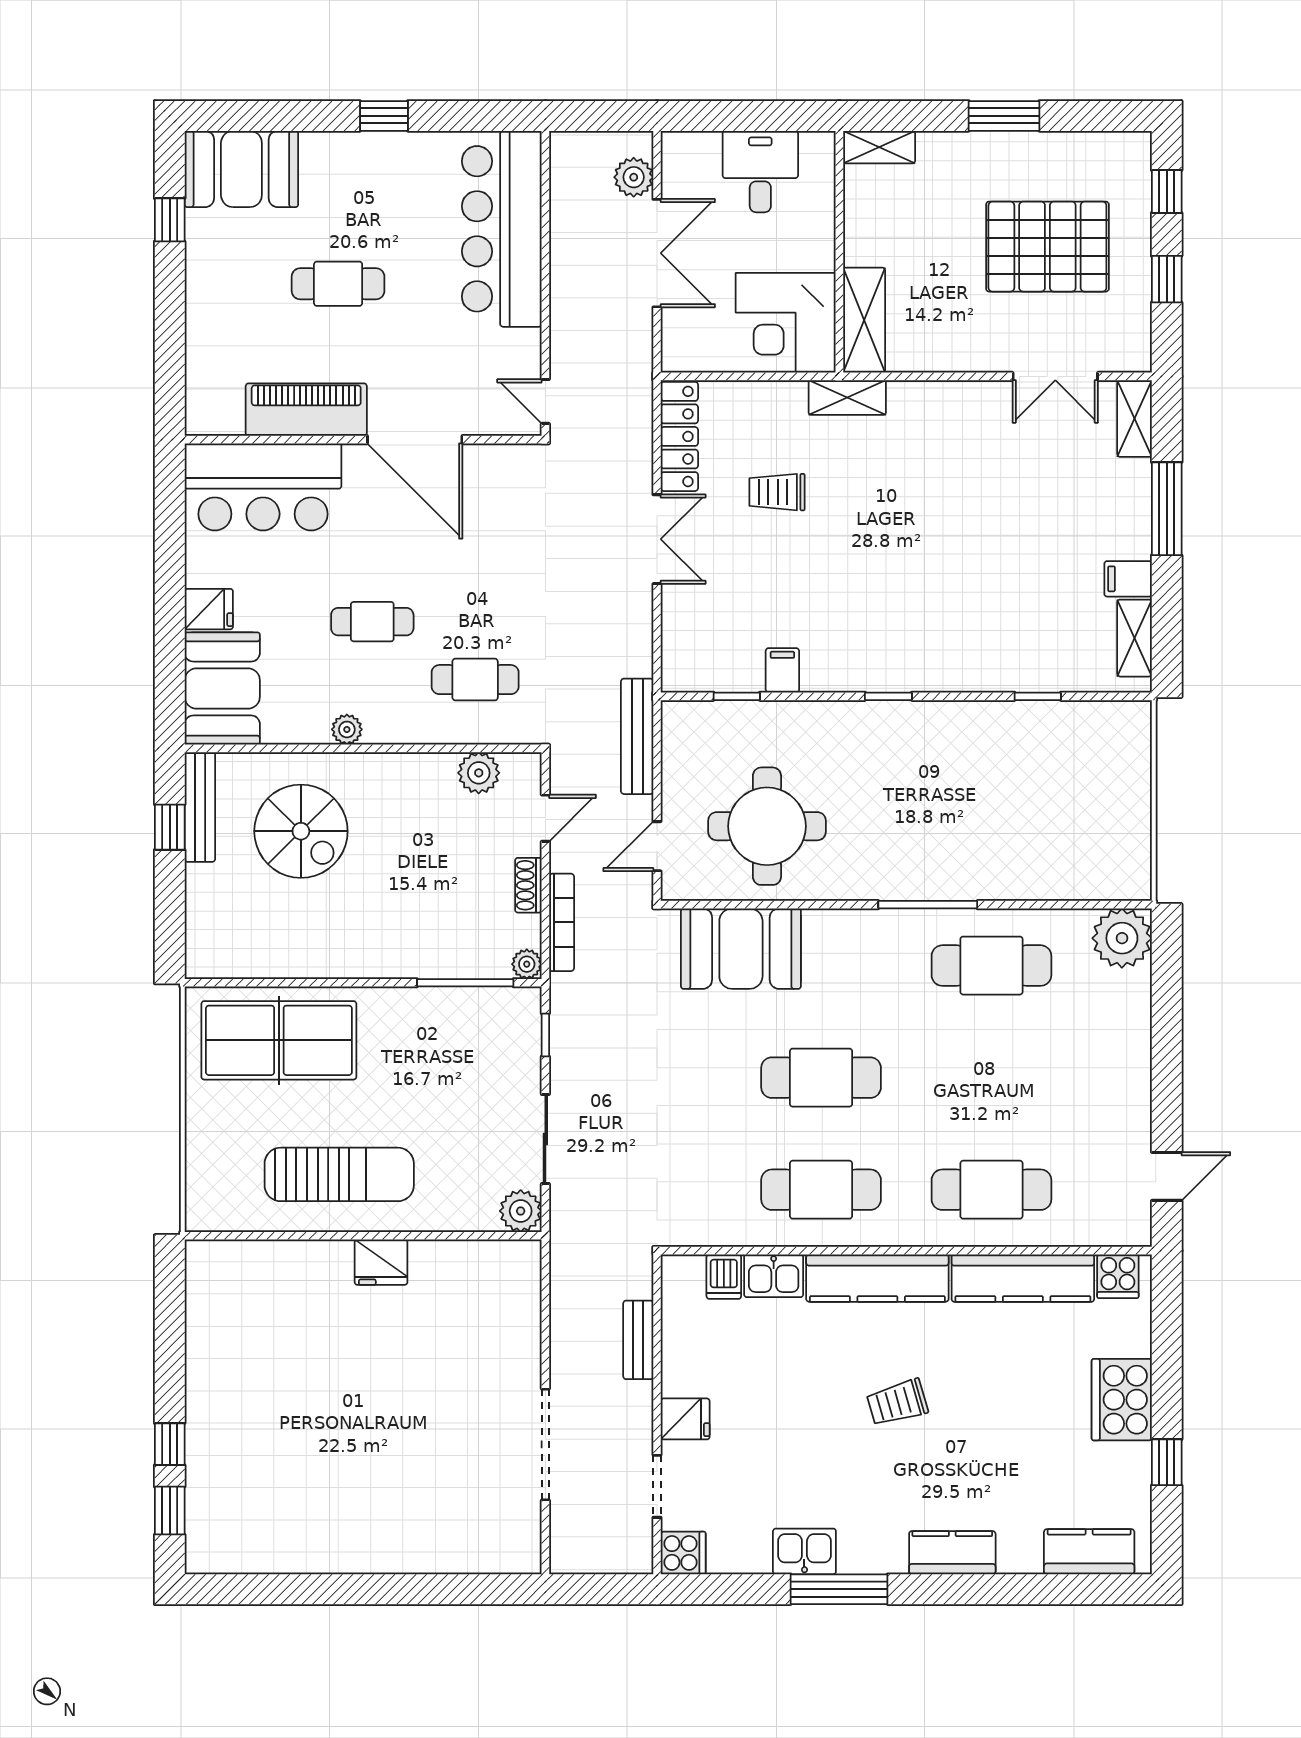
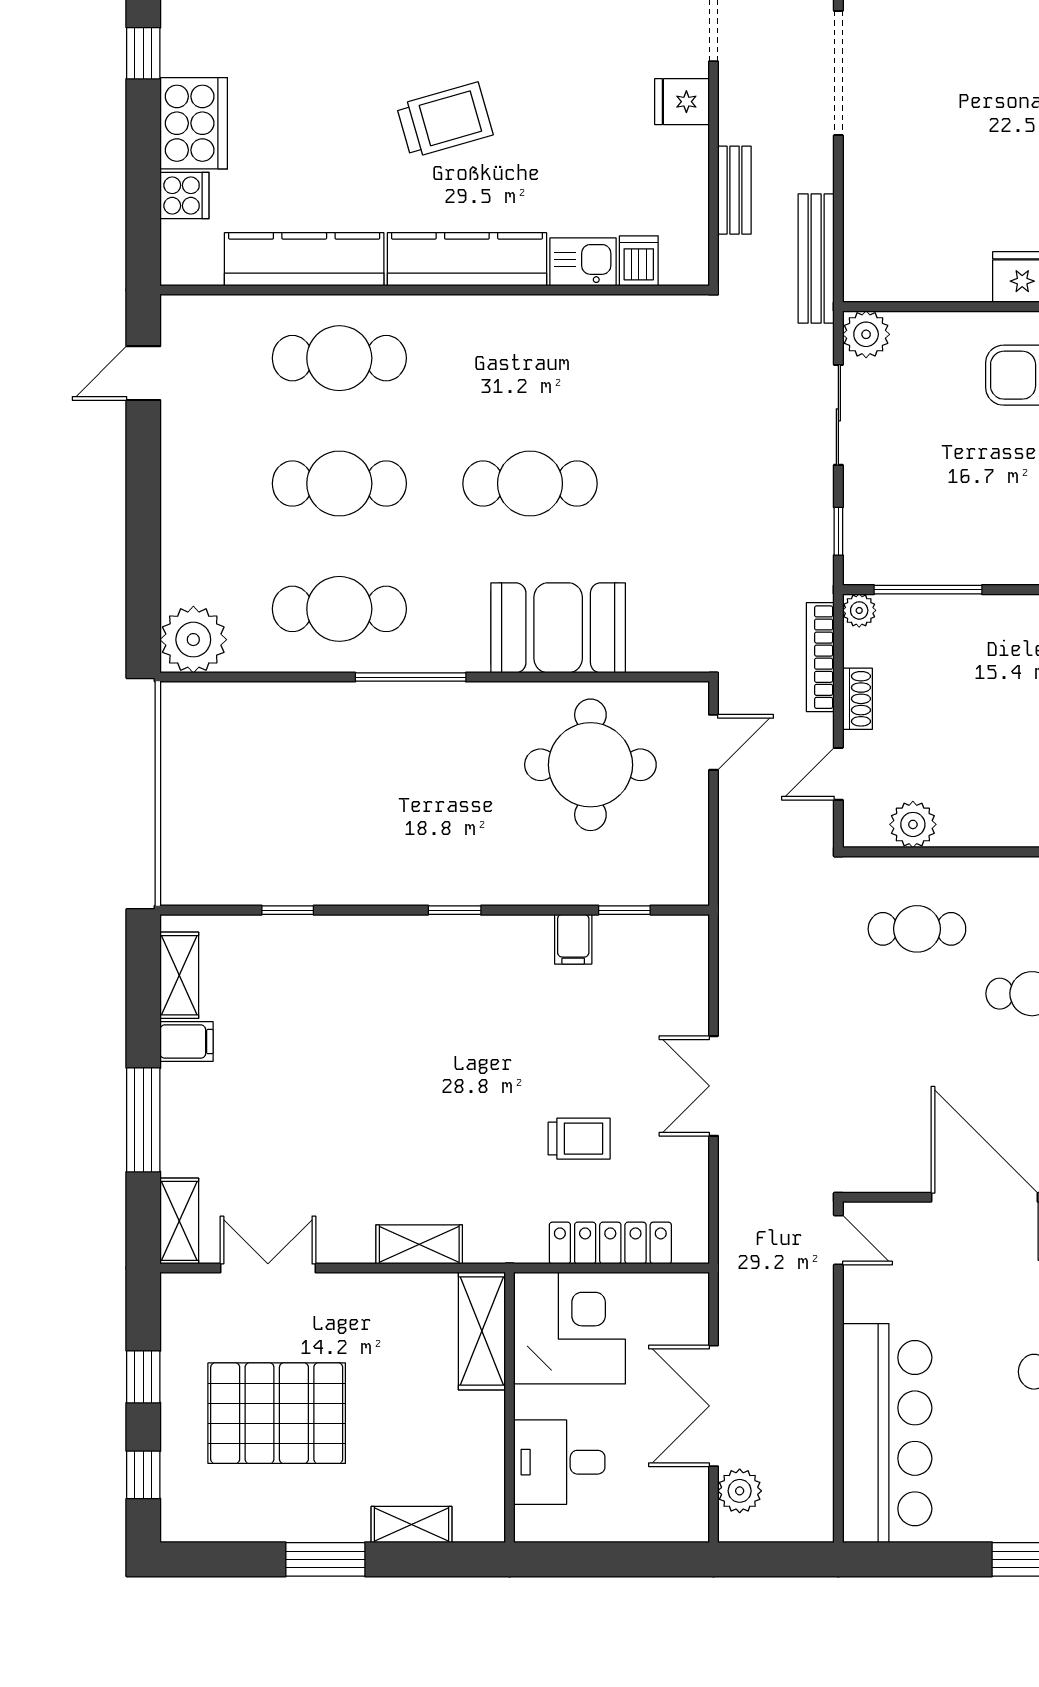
shelving: (879, 147) -> (412, 1525), moved
desk: (760, 172) -> (559, 1462), moved, turned 90
shelving: (847, 397) -> (419, 1244), moved
locker: (679, 436) -> (610, 1243), moved, turned 90
bench: (637, 736) -> (816, 259), moved
booth: (741, 949) -> (558, 628), moved
cafe table: (821, 1190) -> (339, 484), moved
cooker: (1118, 1276) -> (184, 195), moved, turned 90
trolley: (897, 1403) -> (445, 120), width x1.36, depth x1.39

